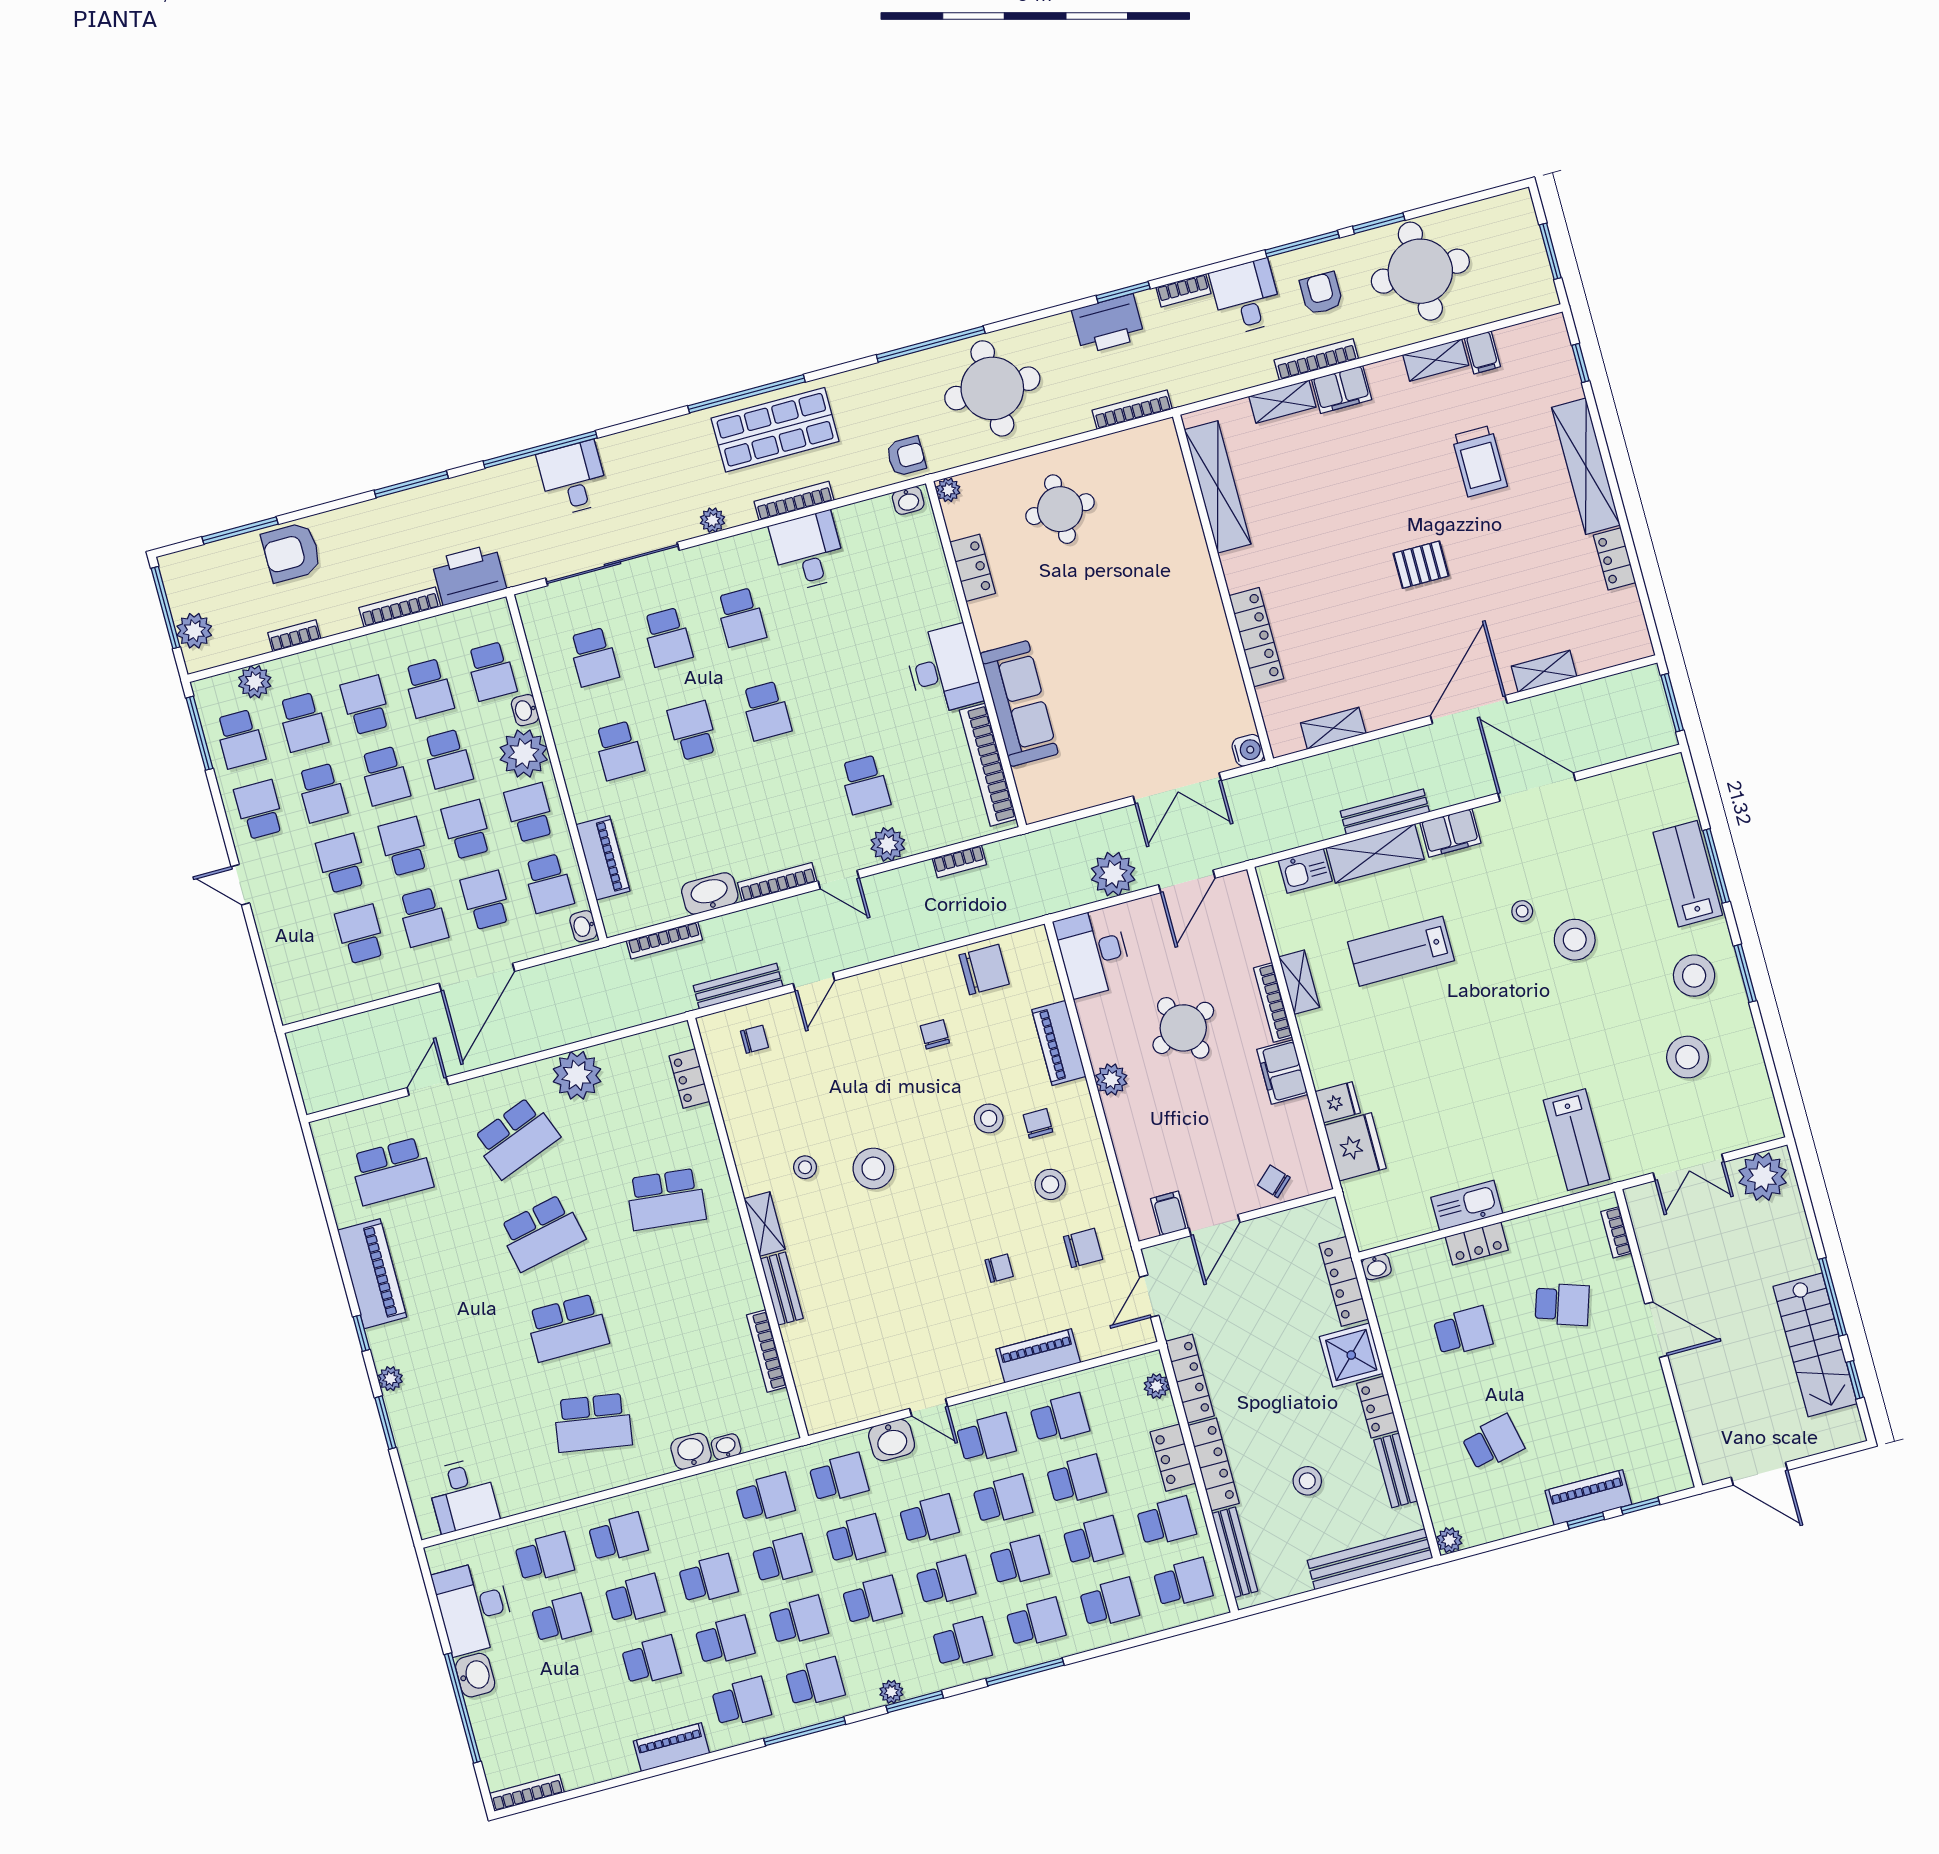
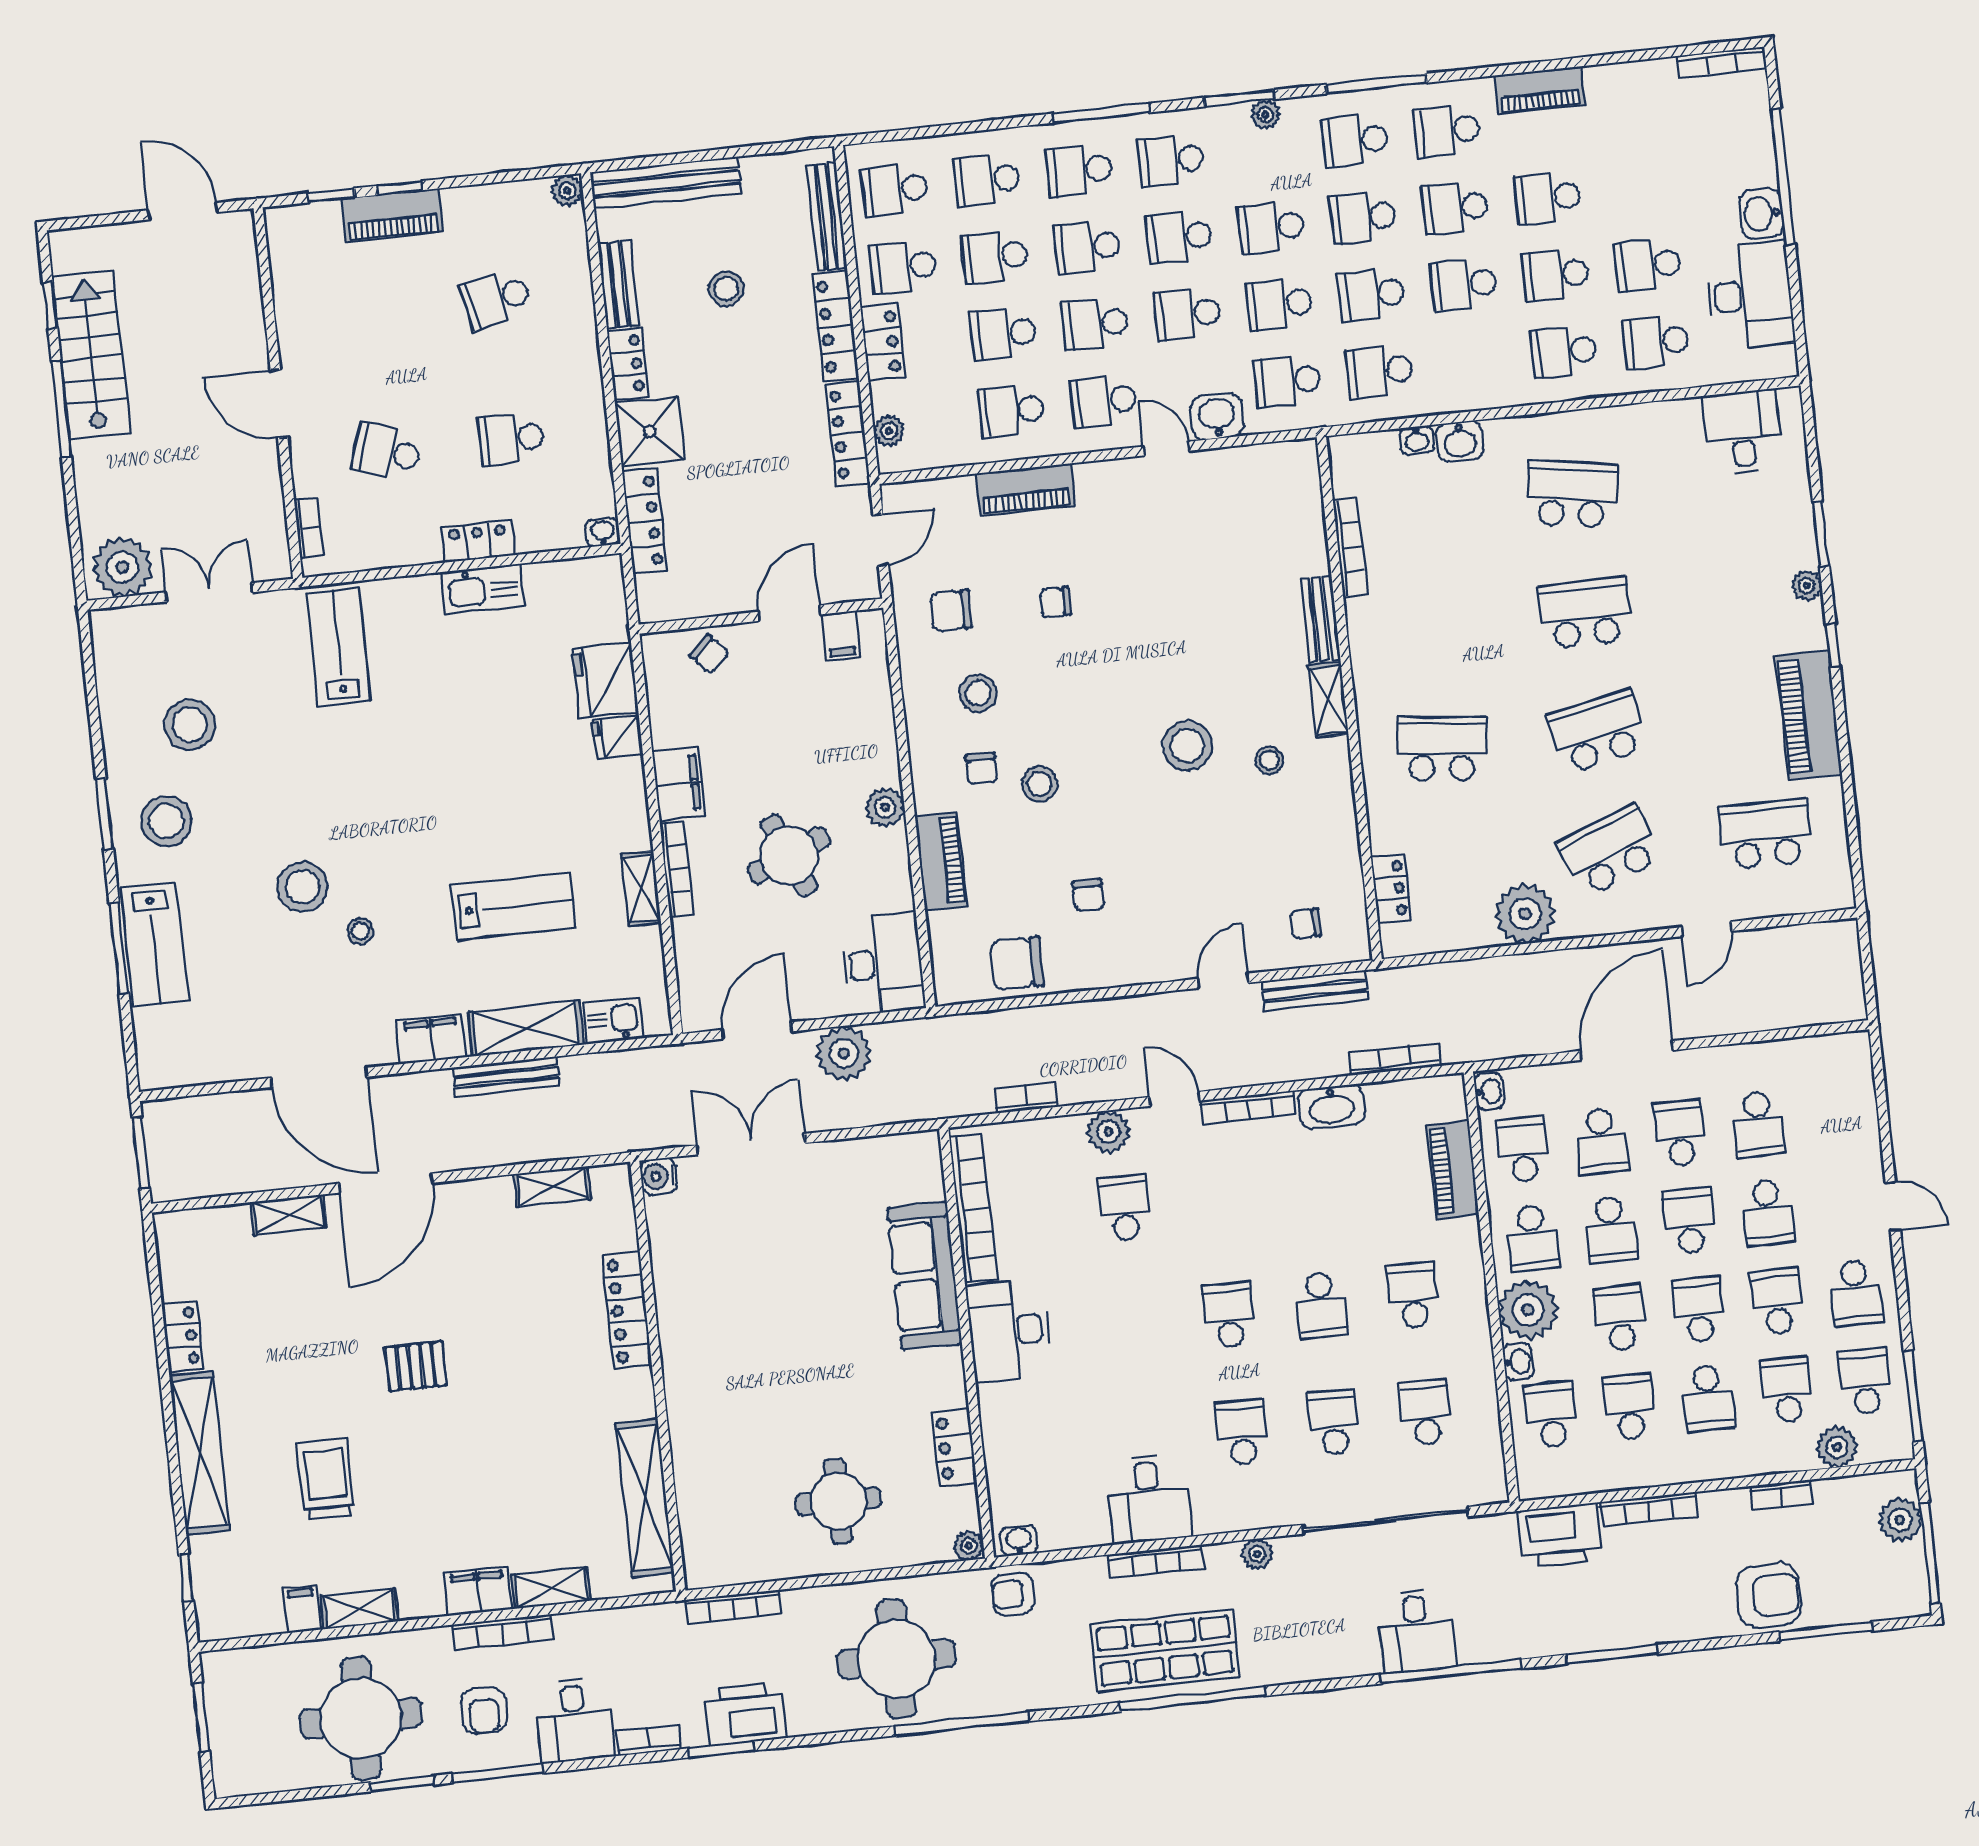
school desk: (404, 847) -> (1689, 1221), turned 180

